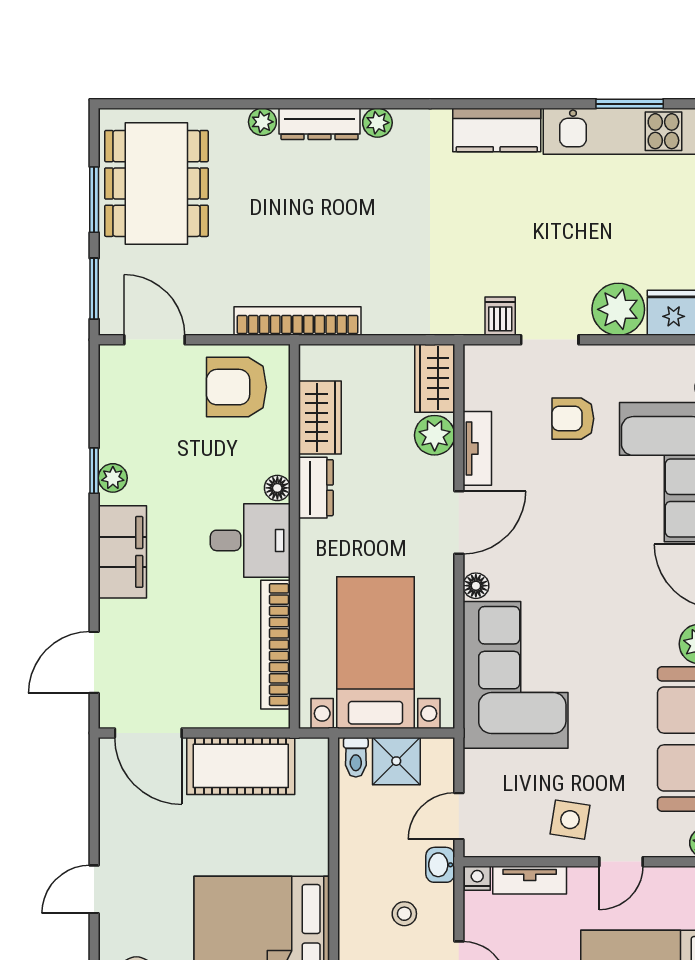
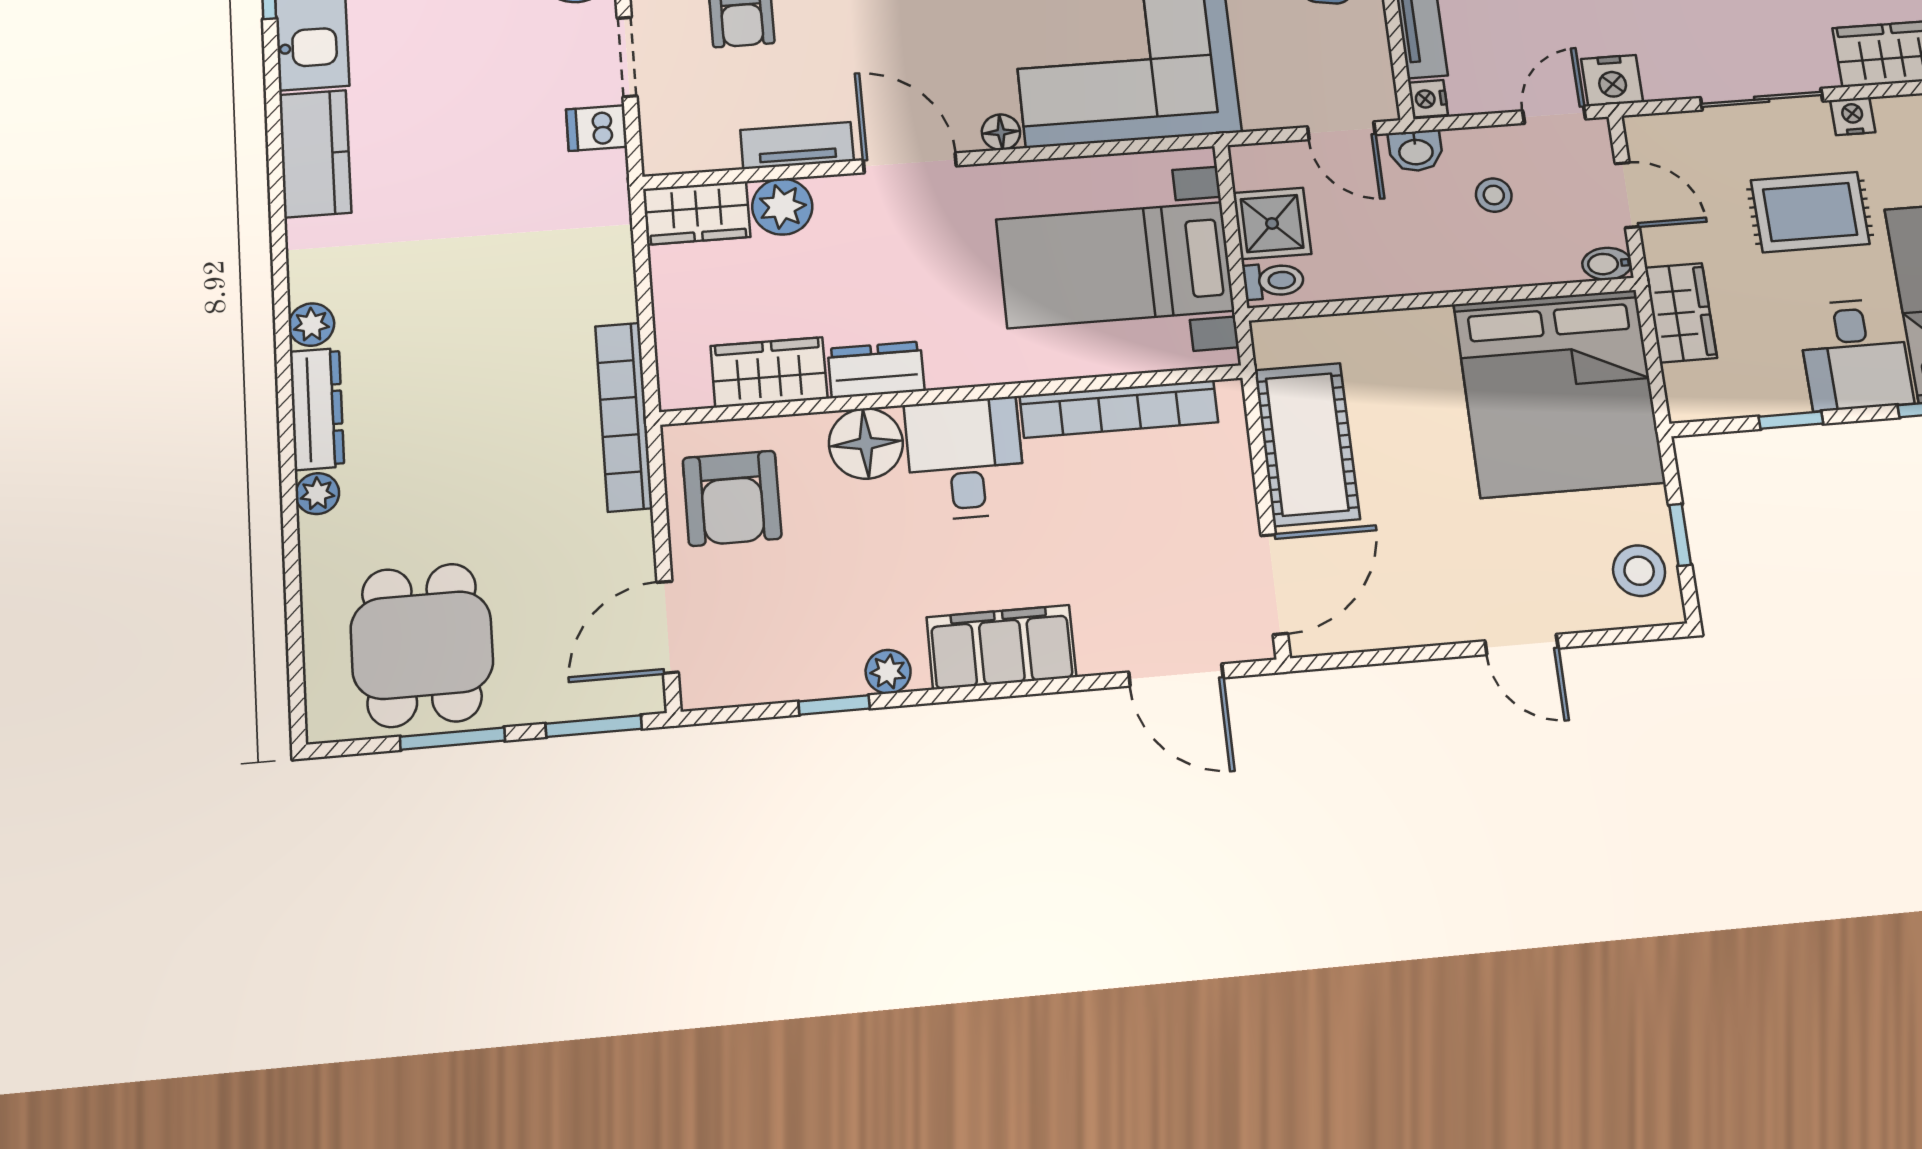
dining table: (156, 183) -> (422, 645), width x0.73
window: (94, 471) -> (834, 705), moved
floor lamp: (277, 488) -> (866, 443), width x1.89, depth x1.89

